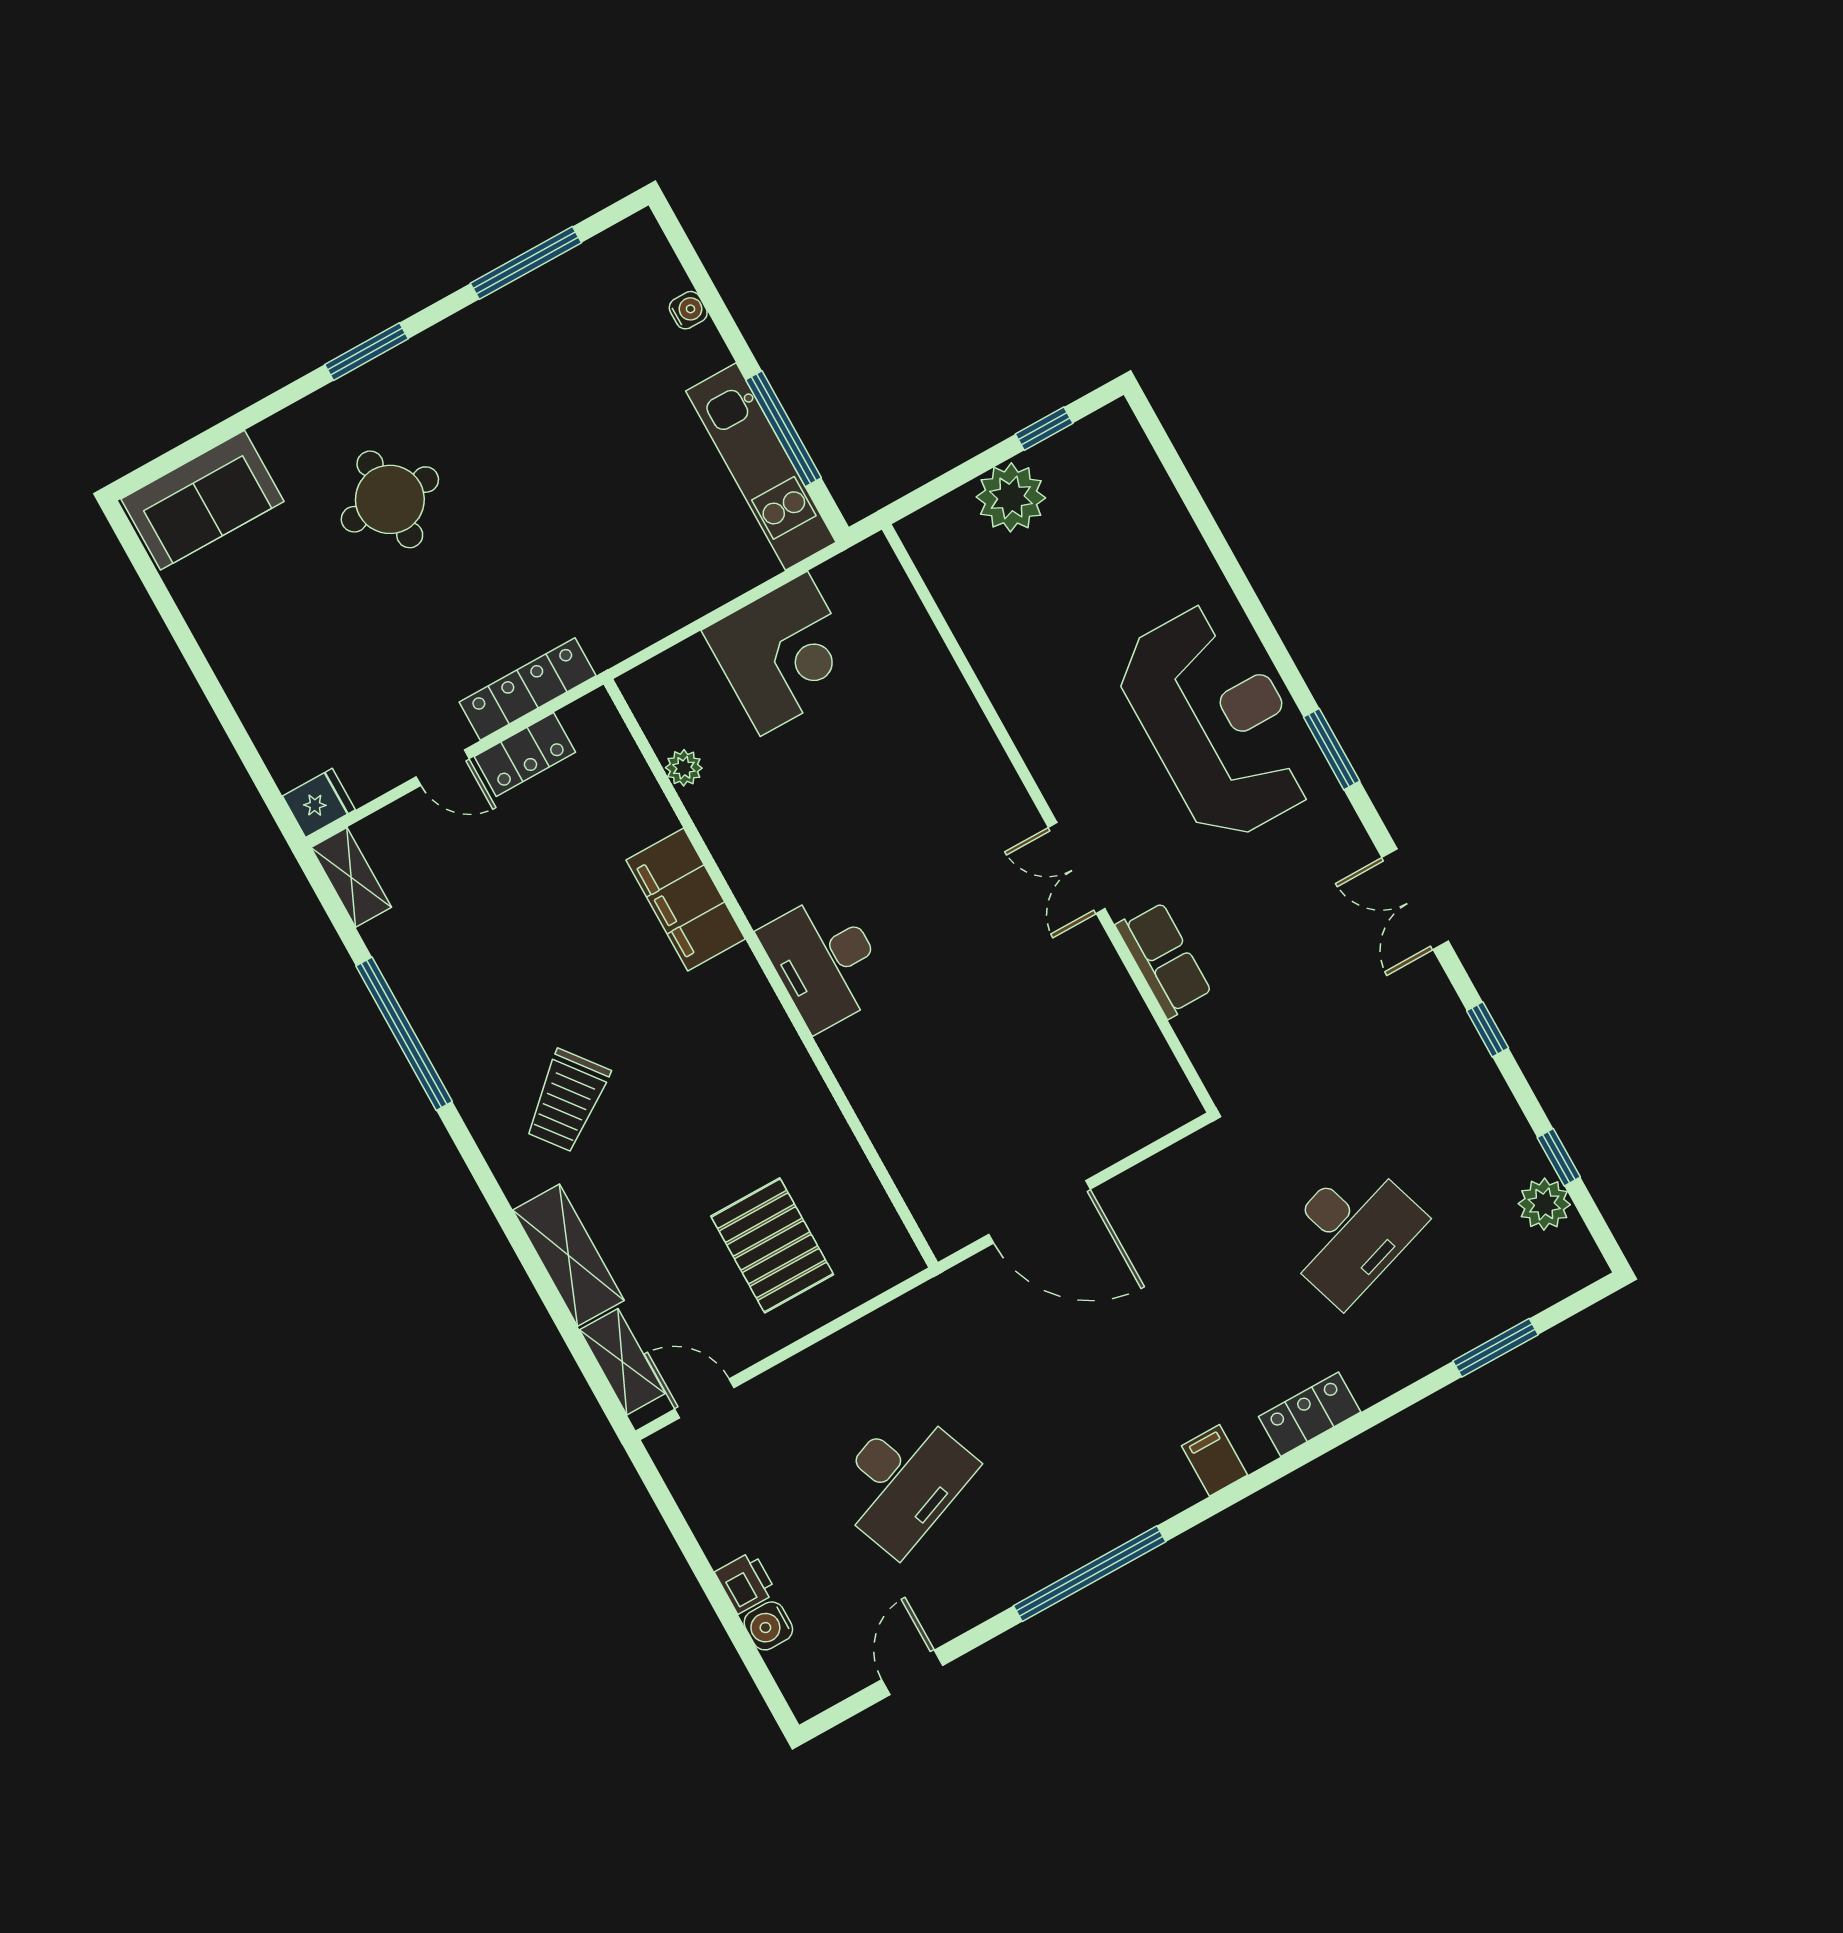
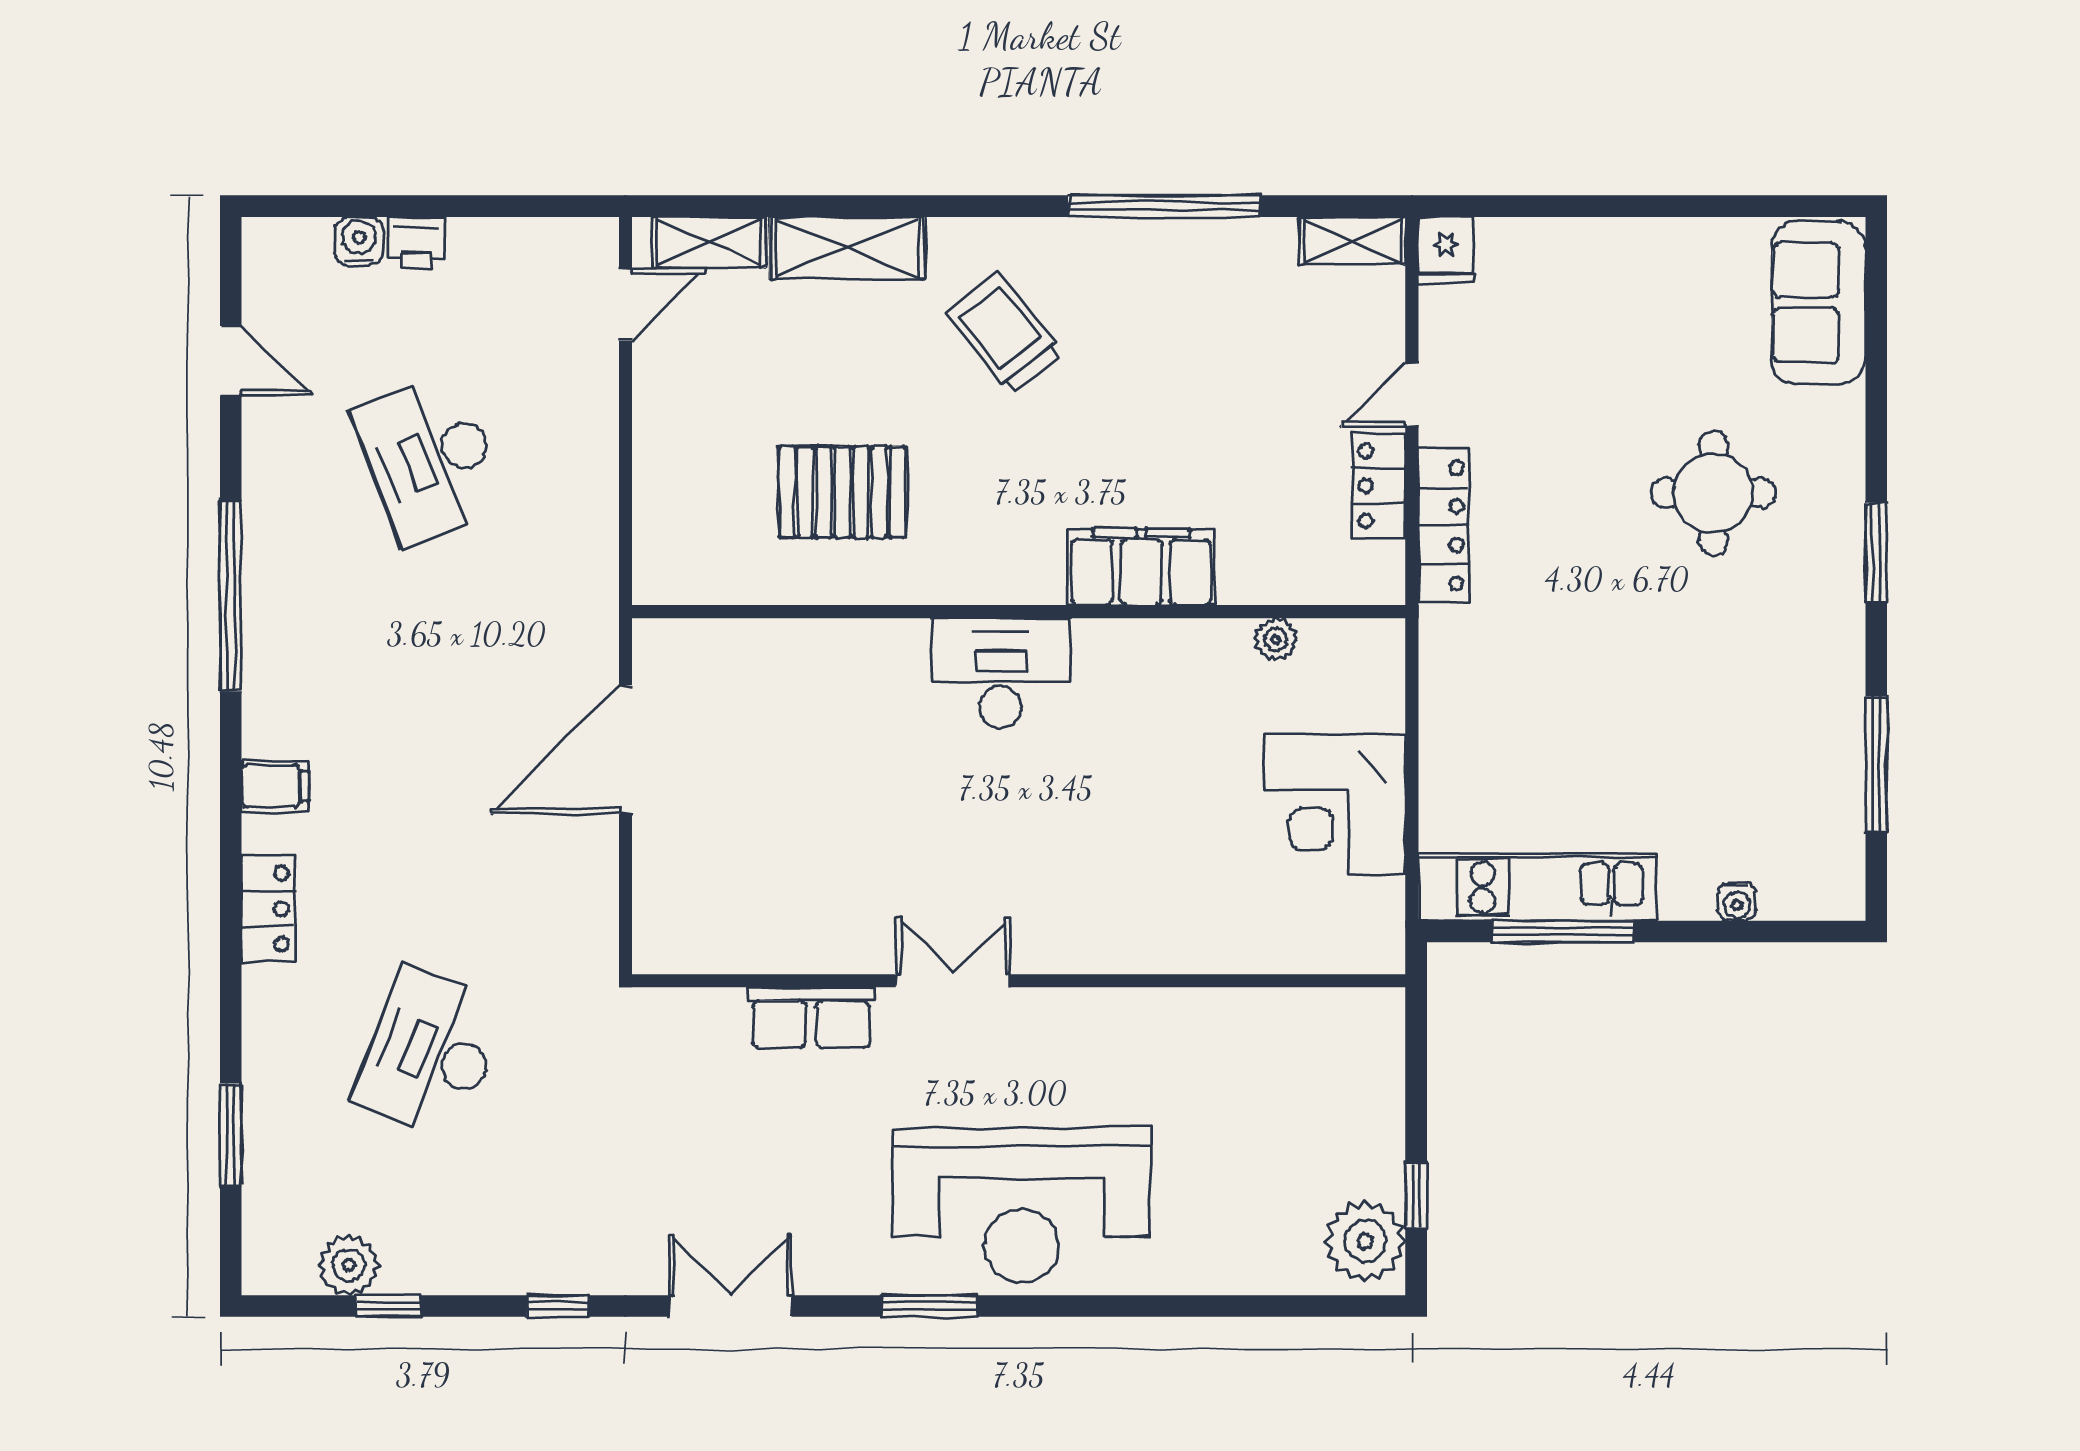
plant: (1011, 497) -> (1365, 1241), moved
desk: (1350, 1232) -> (430, 1053), turned 39
pallet: (772, 1245) -> (842, 492), moved

